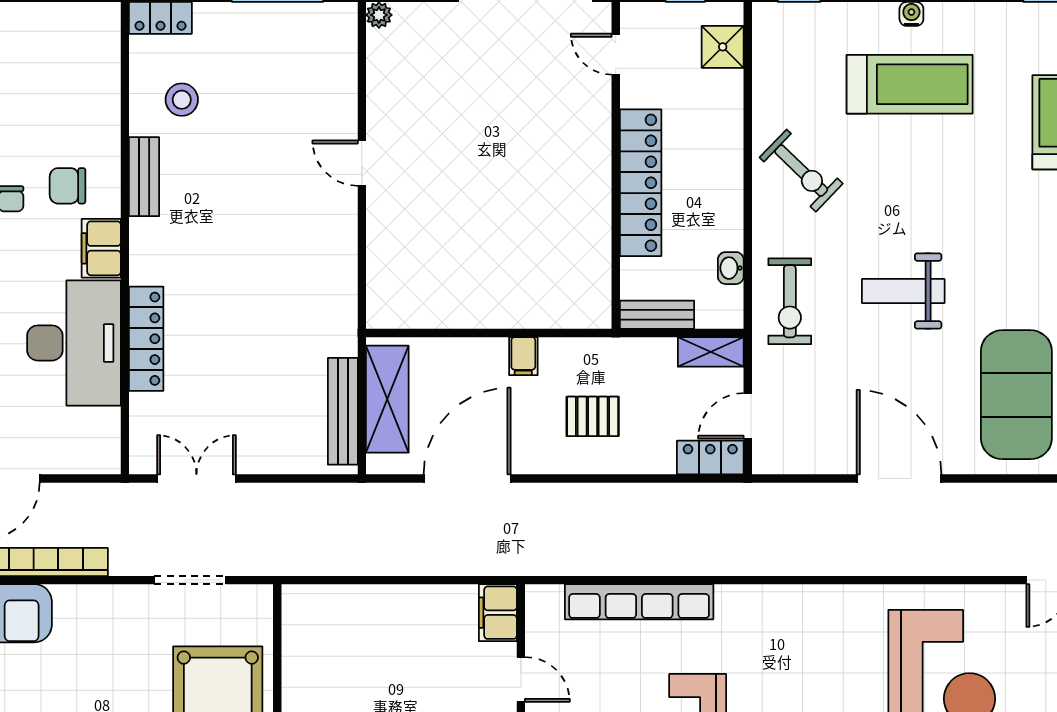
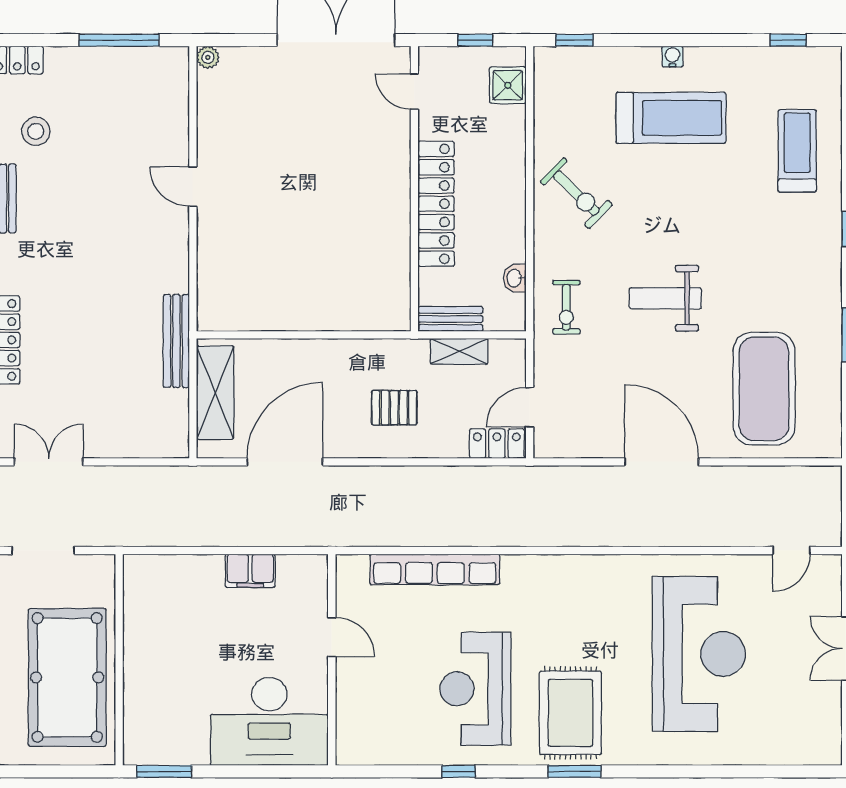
exercise bike: (790, 301) -> (566, 307), width x0.73, depth x0.72
shelving: (711, 352) -> (459, 351), moved
filing cabinet: (523, 356) -> (334, 355), removed
bench: (343, 411) -> (176, 341), moved
filing cabinet: (498, 613) -> (250, 571), moved, turned -90

